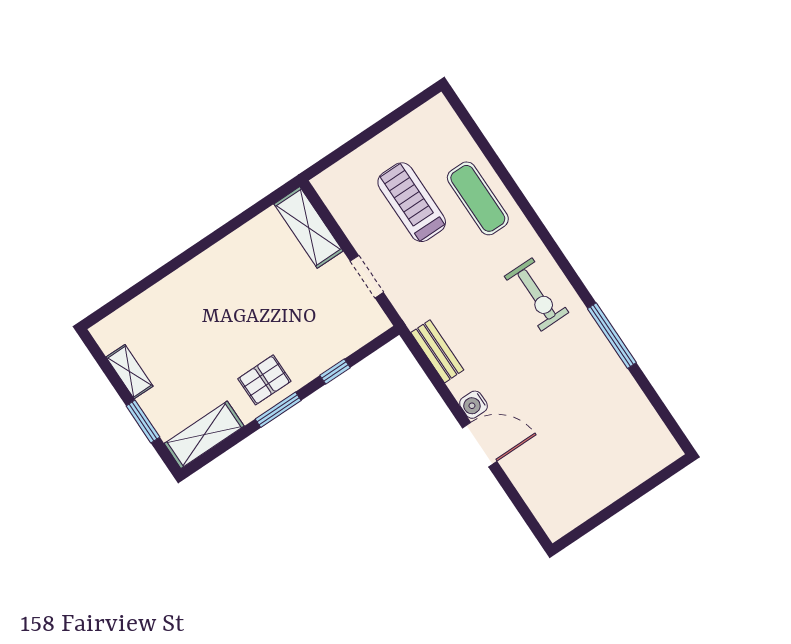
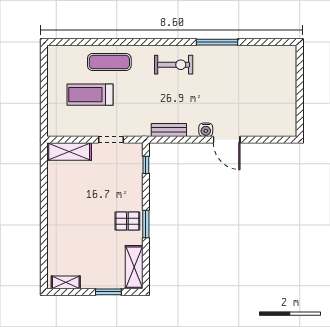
window: (335, 371) -> (146, 165), moved
shelving: (130, 372) -> (66, 282), moved
pallet: (264, 380) -> (127, 221), turned 90
door: (480, 445) -> (227, 140), swing flipped

